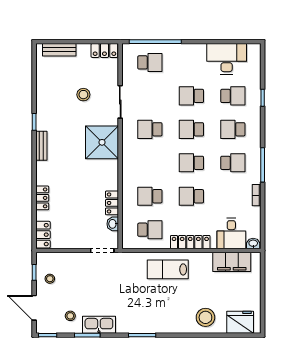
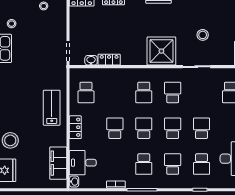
school desk: (150, 196) -> (144, 92), moved, turned 180
locker: (190, 242) -> (75, 127), width x0.66

